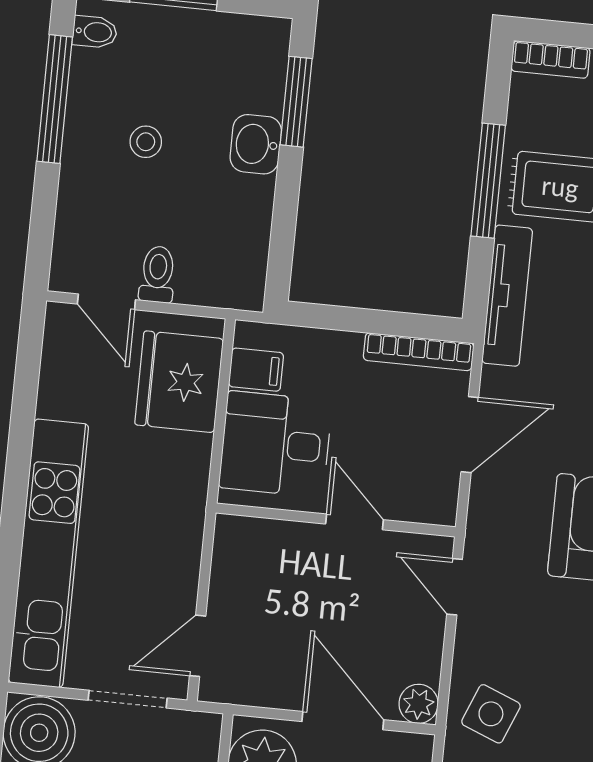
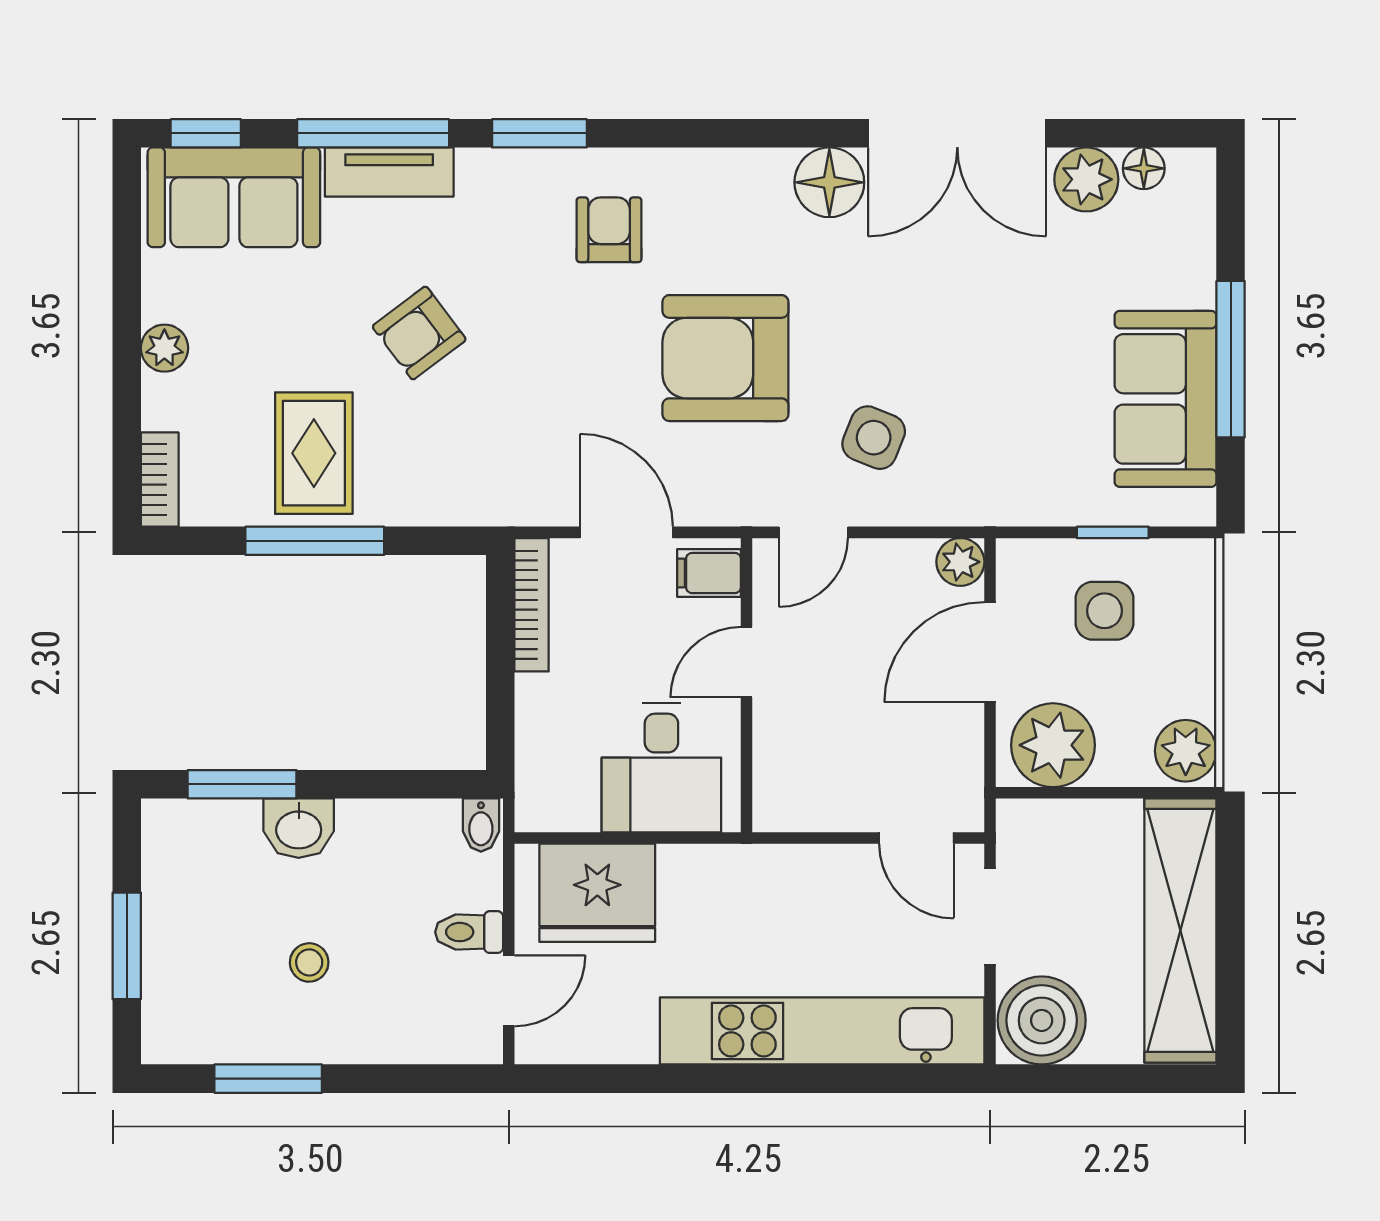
bidet: (95, 32) -> (481, 825), moved, turned 180
window: (55, 99) -> (268, 1079), width x0.69
tv unit: (507, 296) -> (453, 504), removed
filing cabinet: (256, 370) -> (709, 573), moved, turned -90
side table: (491, 714) -> (874, 438), moved

